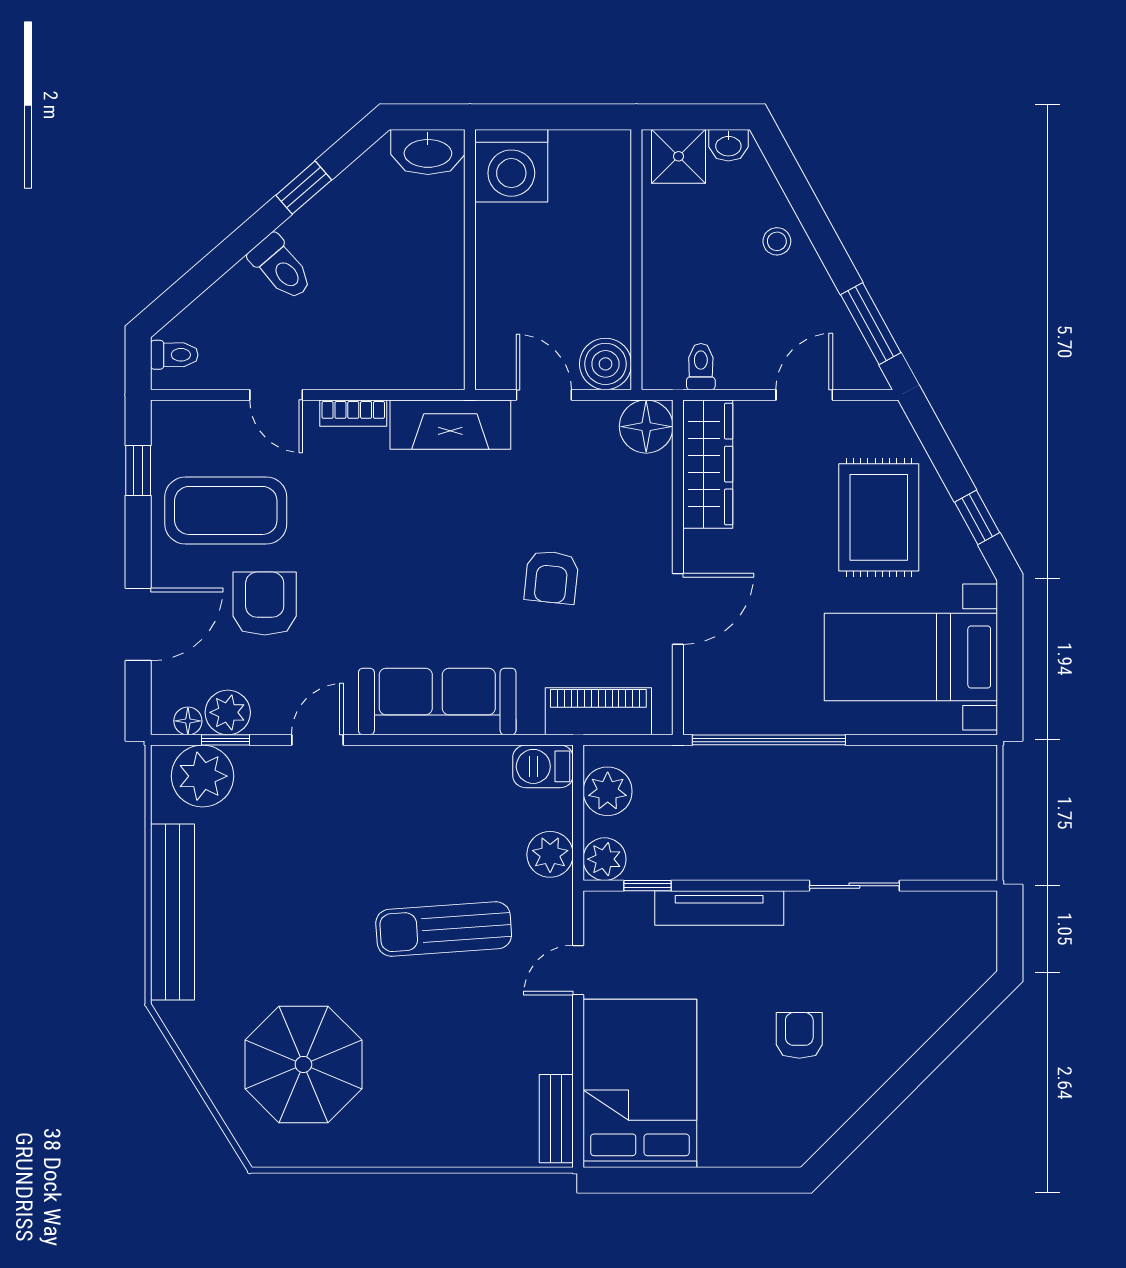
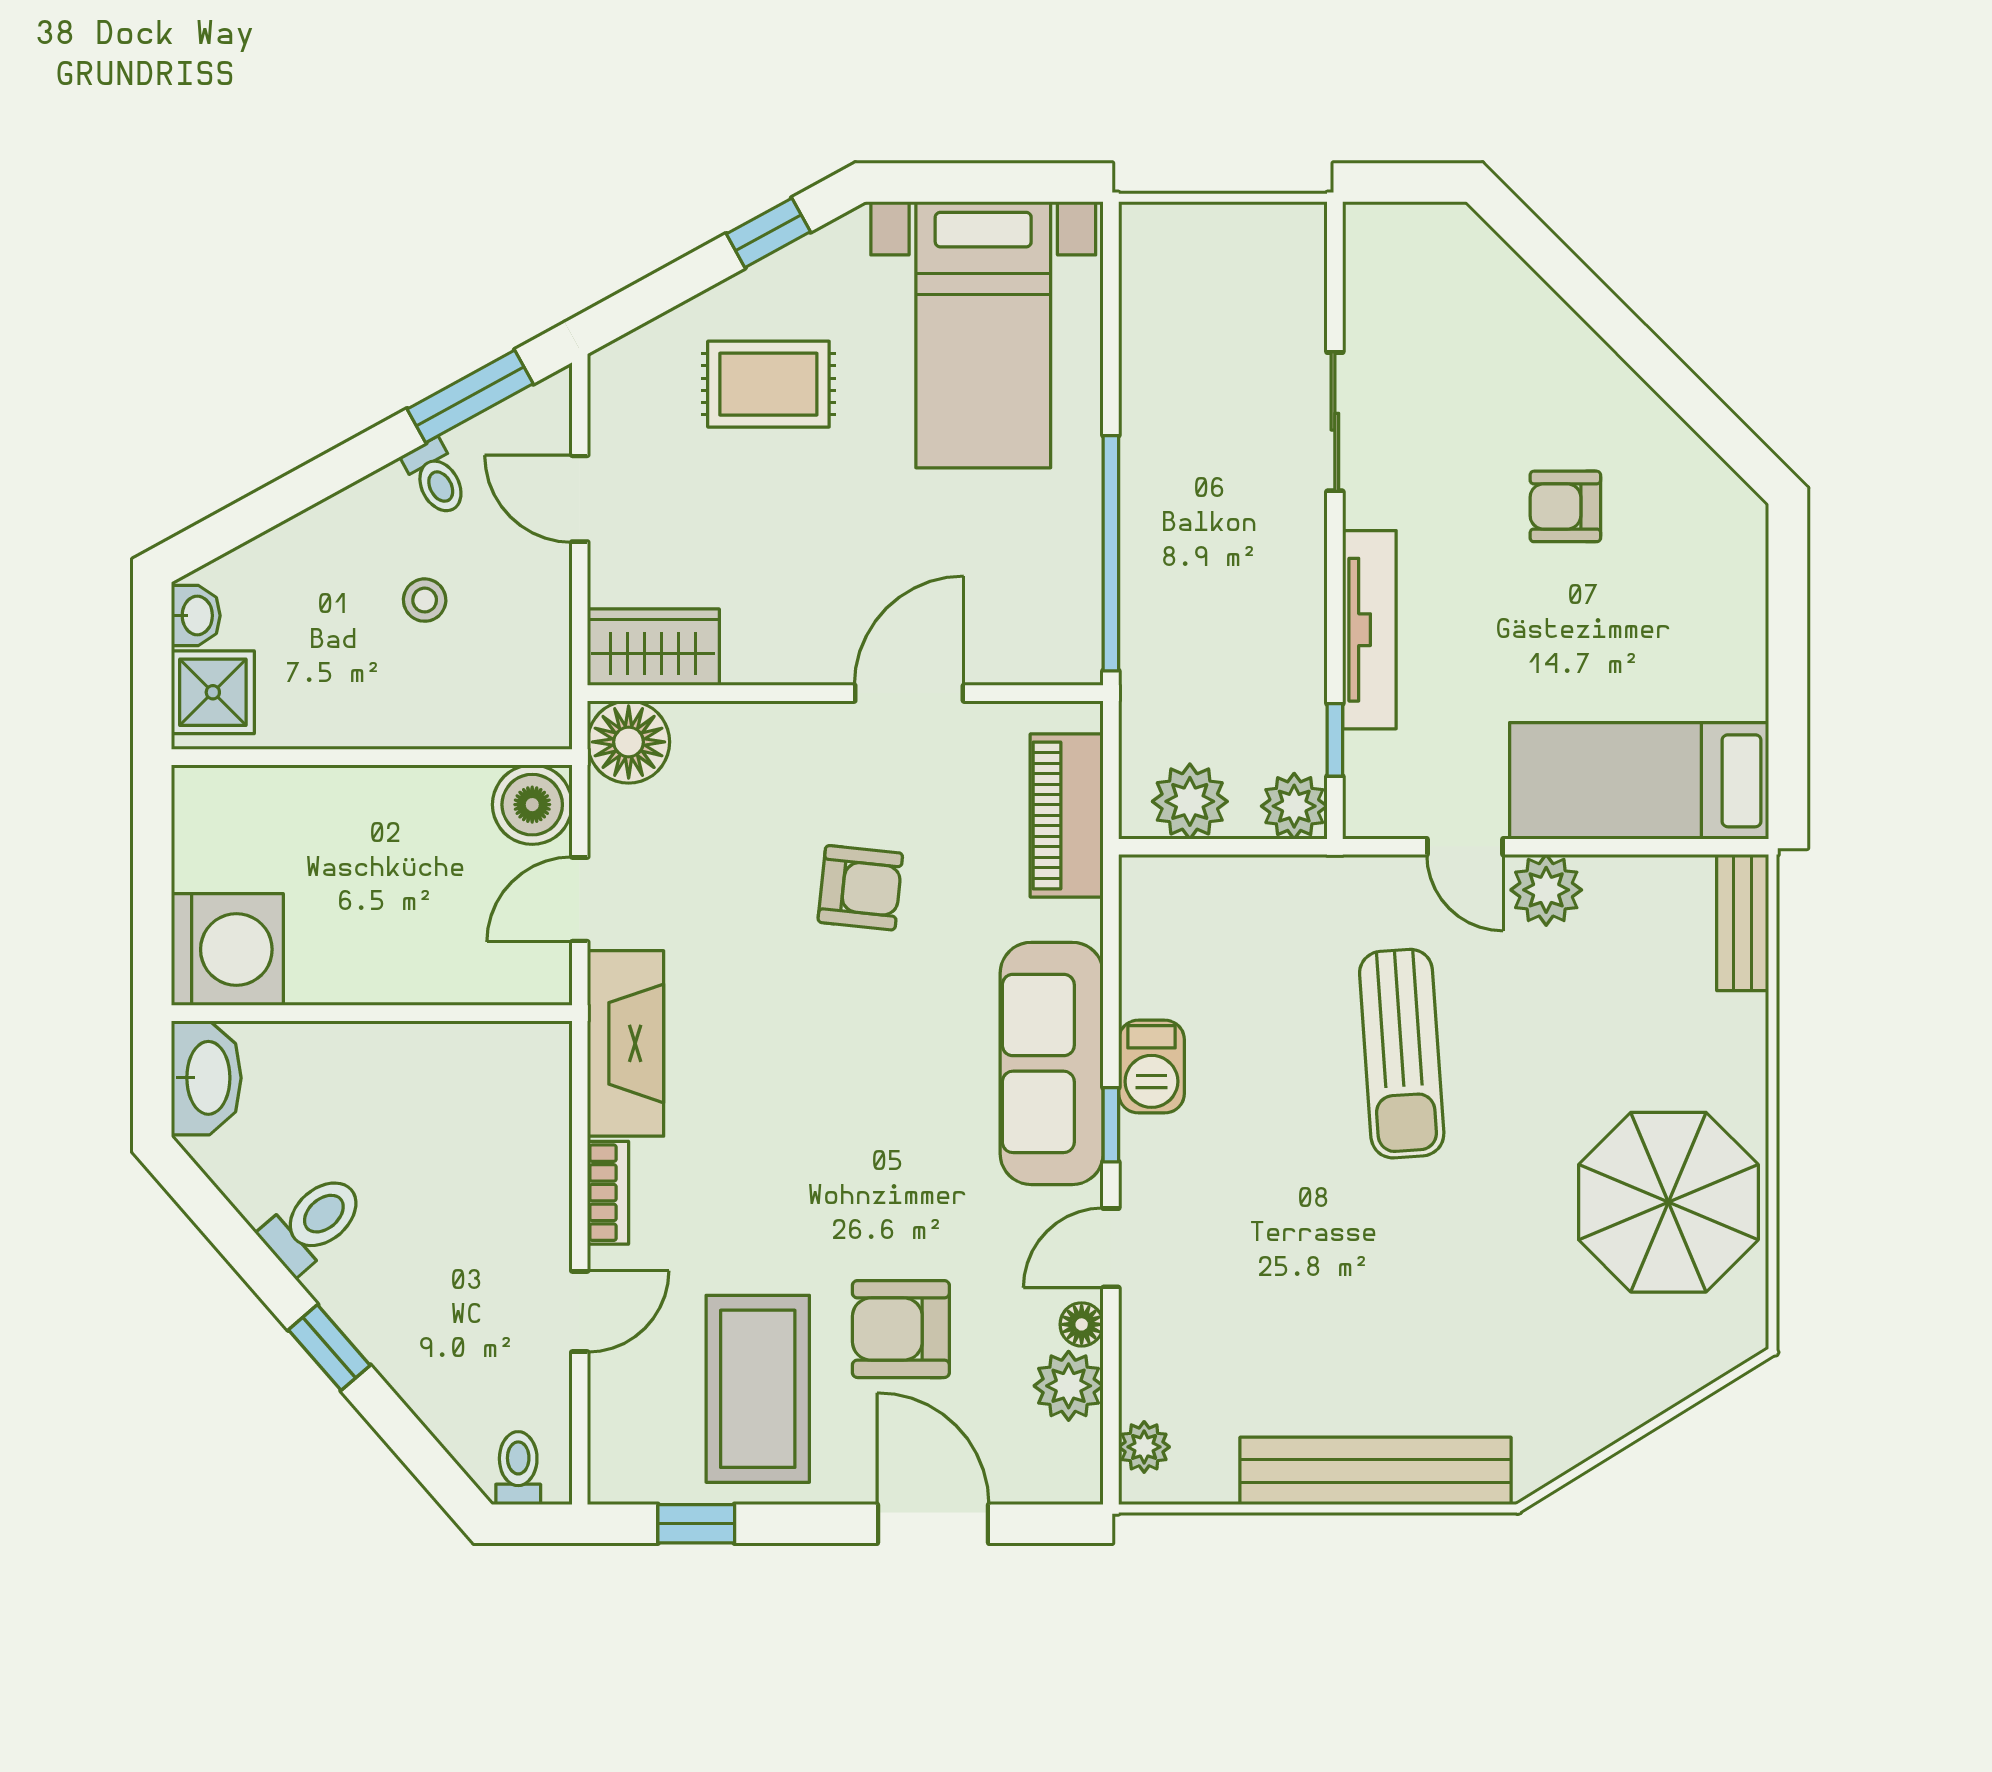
window: (304, 188) -> (329, 1348), moved
stool: (777, 241) -> (425, 600), moved
toilet: (281, 267) -> (313, 1223), moved
toilet: (701, 367) -> (436, 478), moved, turned -119
wardrobe: (708, 464) -> (653, 647), width x0.67
rug: (879, 517) -> (768, 384), width x0.73, depth x0.70
door: (678, 609) -> (909, 693), hinge flipped
floor lamp: (188, 721) -> (1082, 1324), moved
window: (225, 740) -> (1111, 1125), moved
door: (317, 740) -> (1111, 1248), hinge flipped
barbecue: (543, 766) -> (1151, 1067), moved
plant: (202, 776) -> (1144, 1447), width x0.53, depth x0.53
plant: (550, 854) -> (1546, 890), moved
parasol: (303, 1064) -> (1668, 1202), moved
bed: (640, 1083) -> (1639, 781), width x0.67
bench: (556, 1119) -> (1743, 923), moved, turned 90

